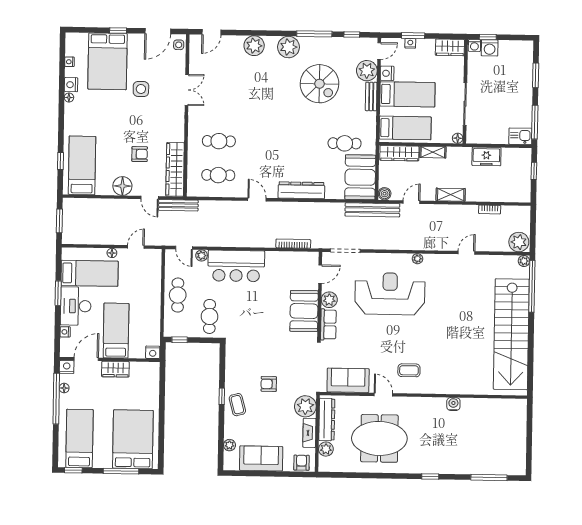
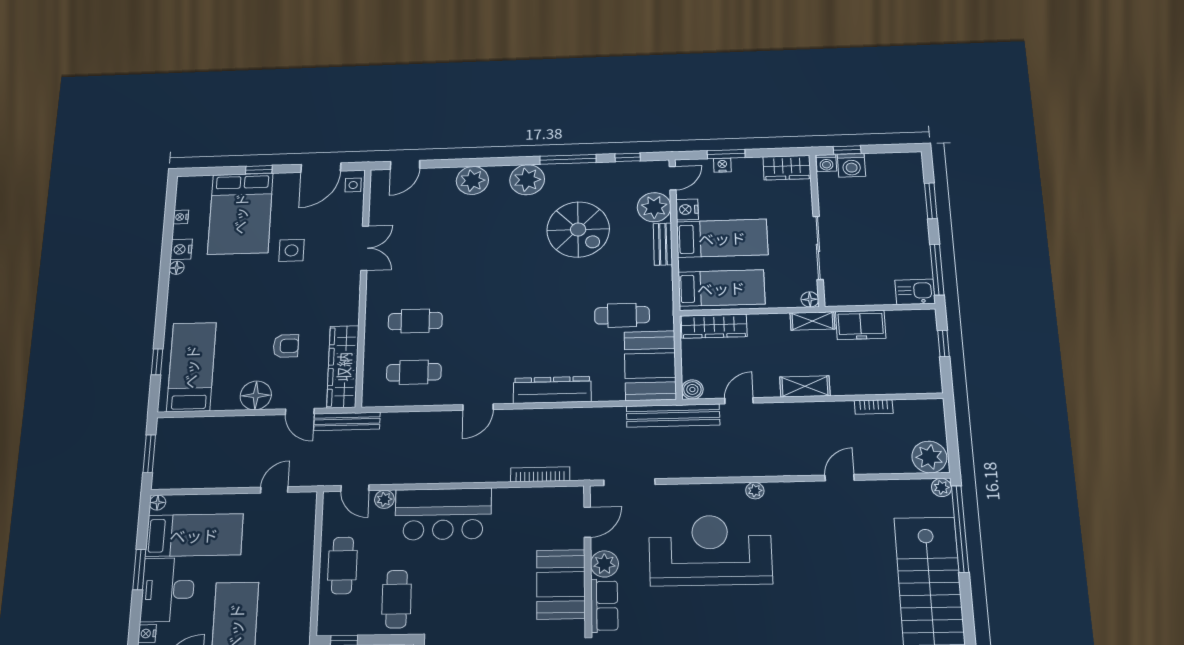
shelving: (433, 152) -> (813, 321), moved
door: (257, 199) -> (478, 407), swing flipped
floor lamp: (112, 253) -> (158, 503), moved

